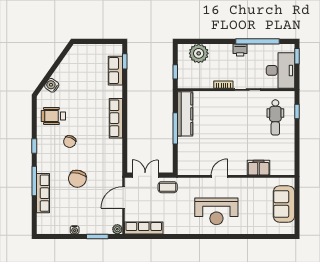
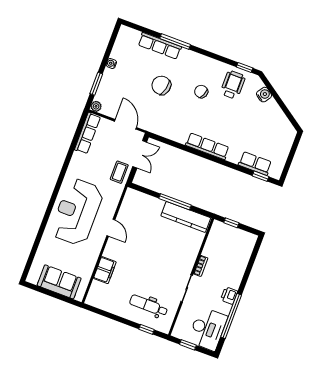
plant: (199, 53) -> (241, 253), removed
window: (297, 56) -> (188, 345), moved
desk: (280, 70) -> (208, 329), moved, turned -90
window: (34, 146) -> (245, 68), moved
reception desk: (216, 211) -> (77, 212), width x1.36, depth x1.30

